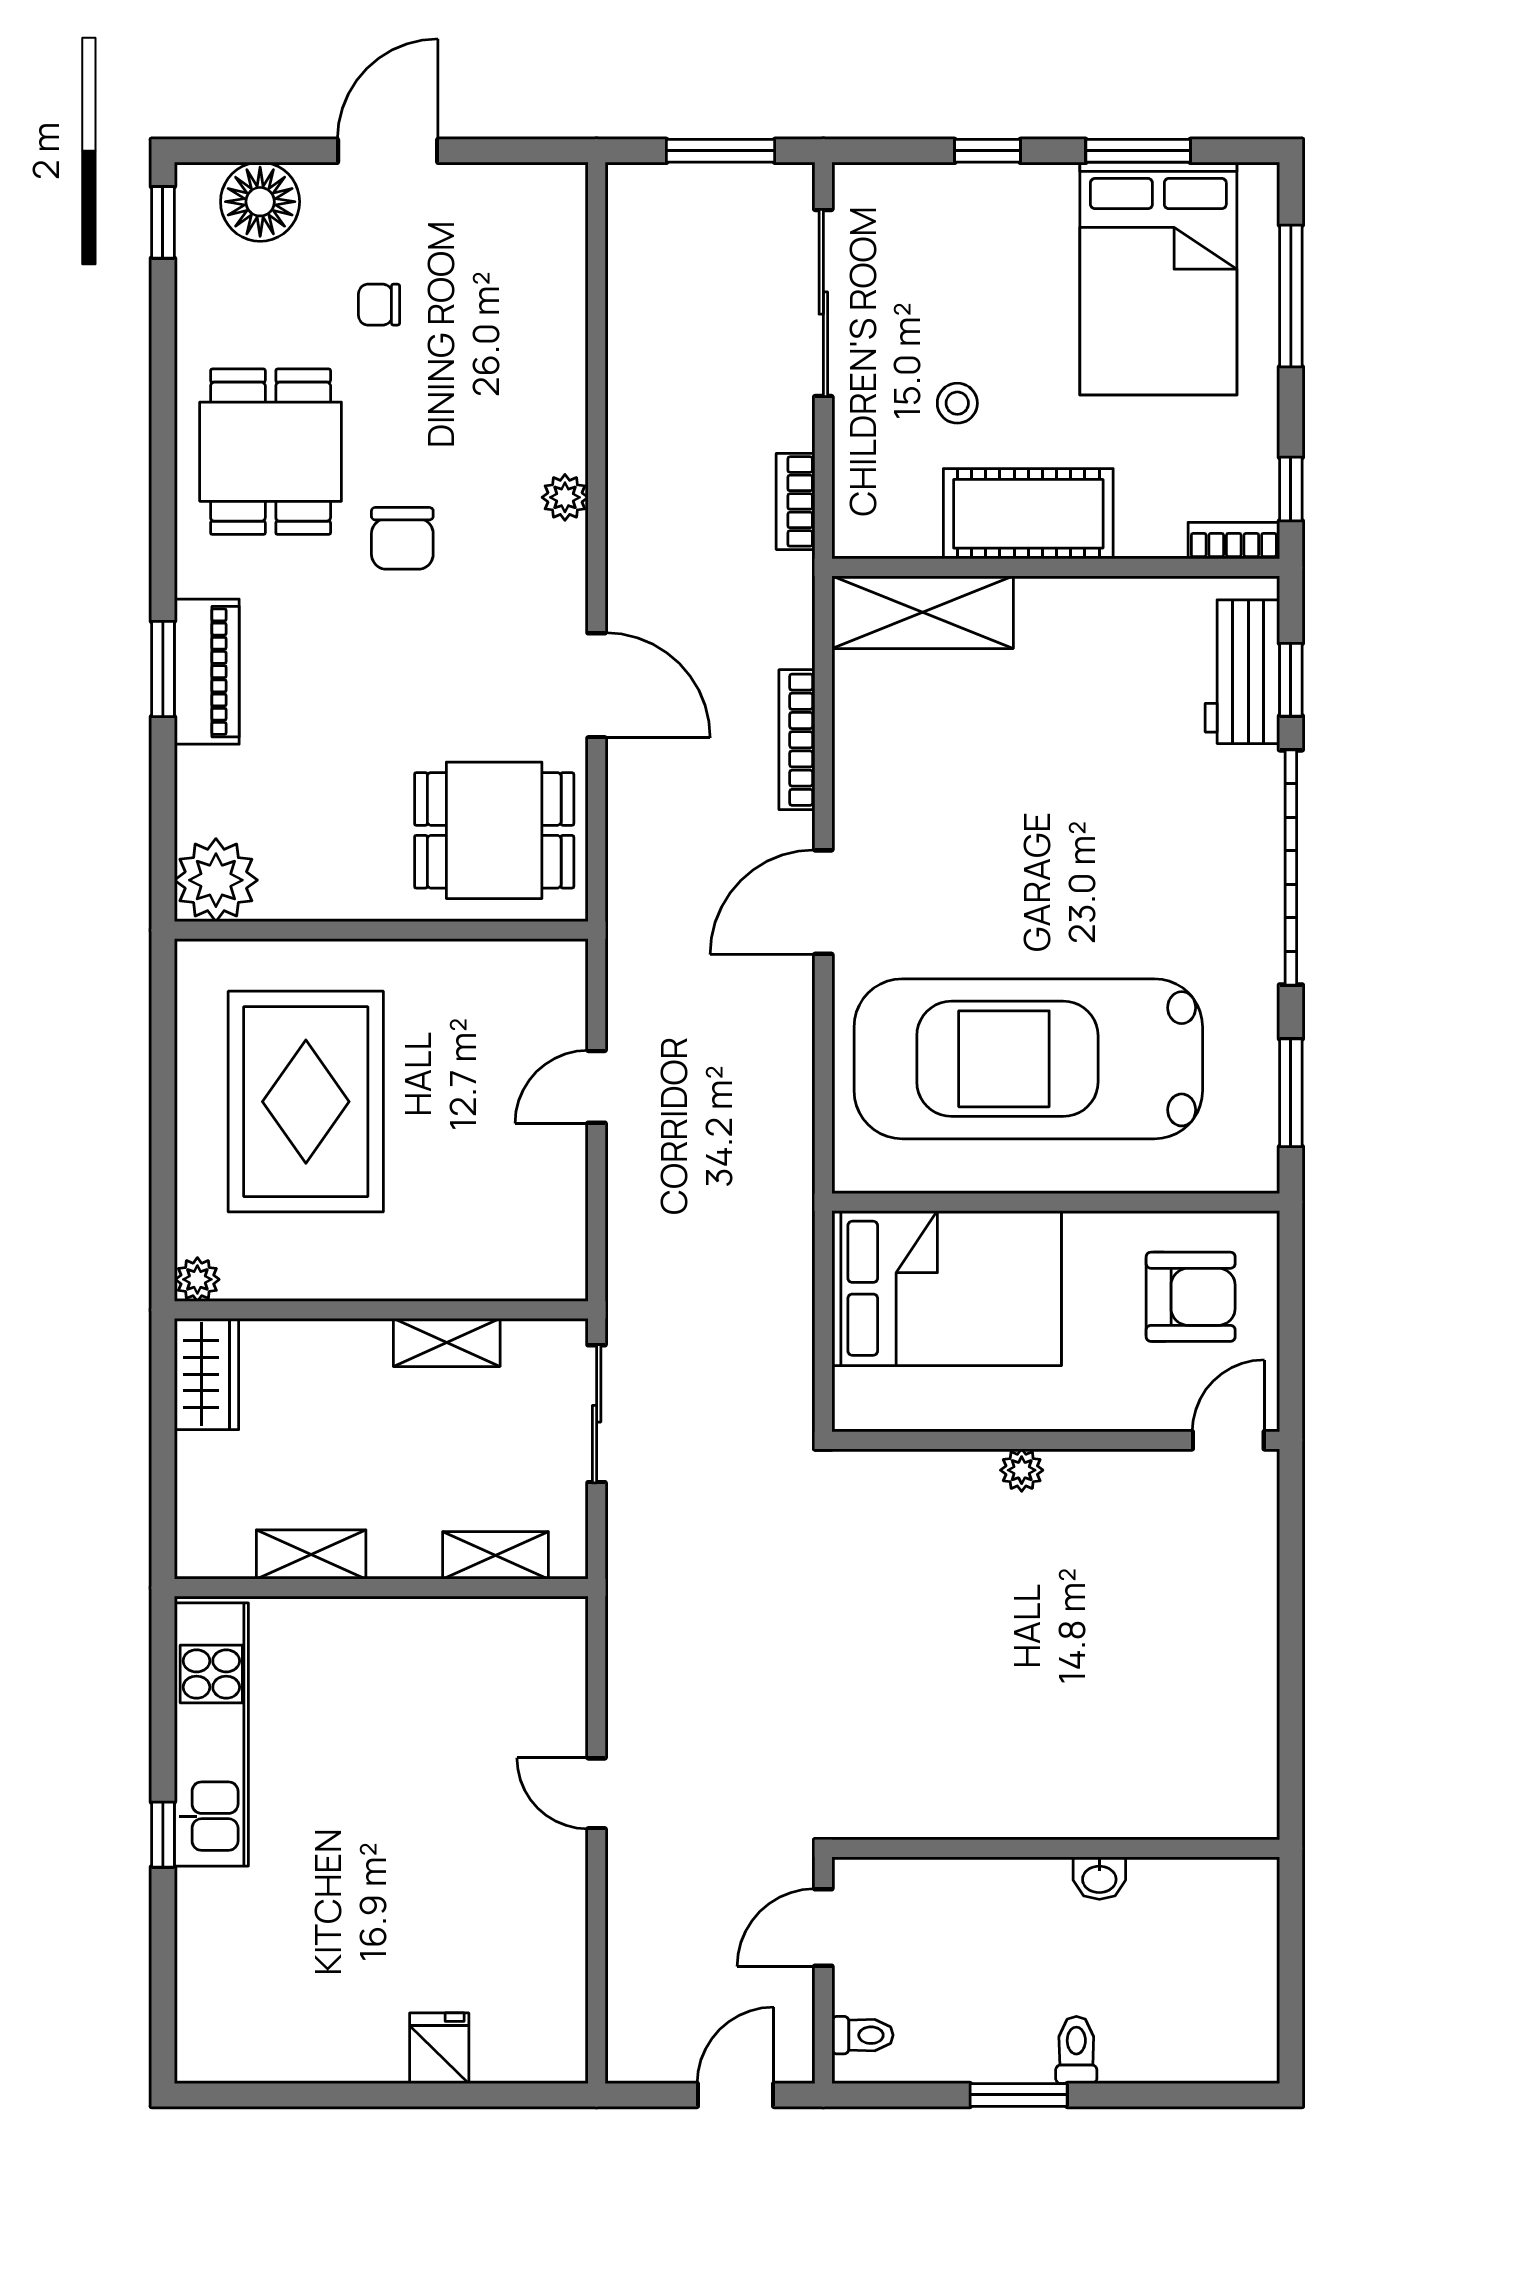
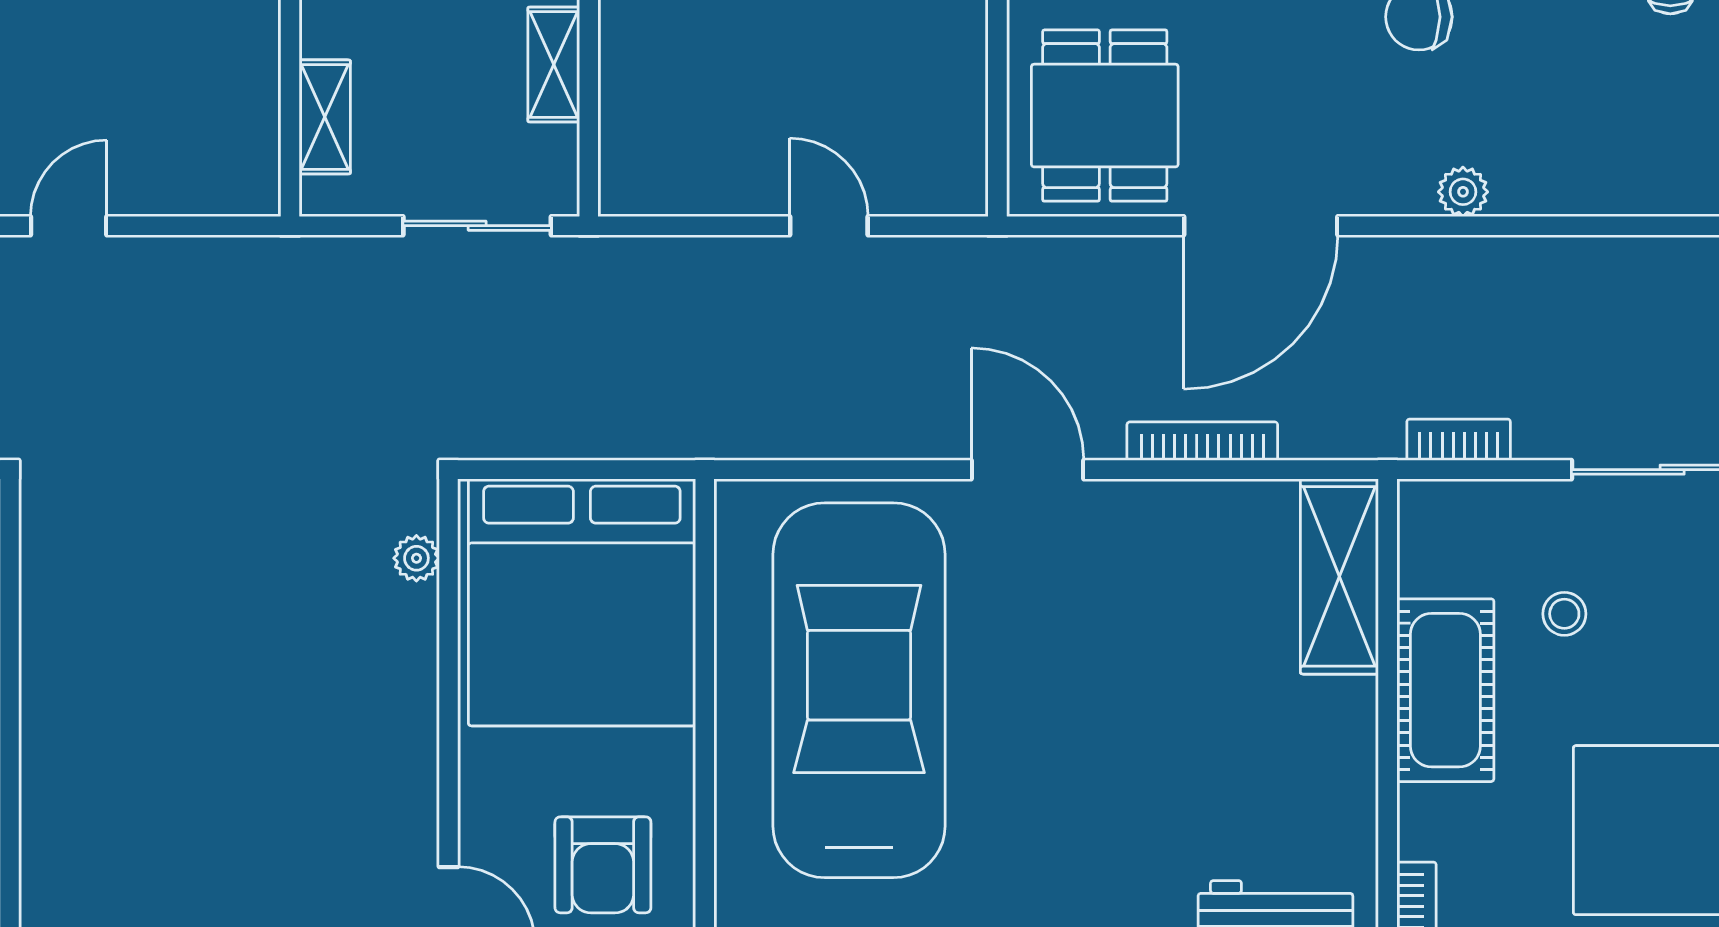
door: (597, 685) -> (1261, 226), width x1.36
bed: (947, 1288) -> (582, 602), width x1.36
plant: (1022, 1470) -> (416, 558), moved

